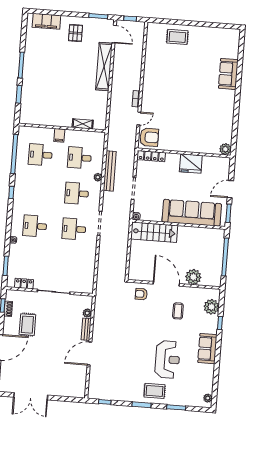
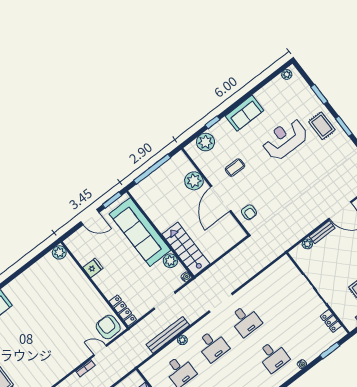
fridge: (191, 164) -> (93, 268), width x0.53, depth x0.75
plant: (156, 215) -> (170, 261), added

